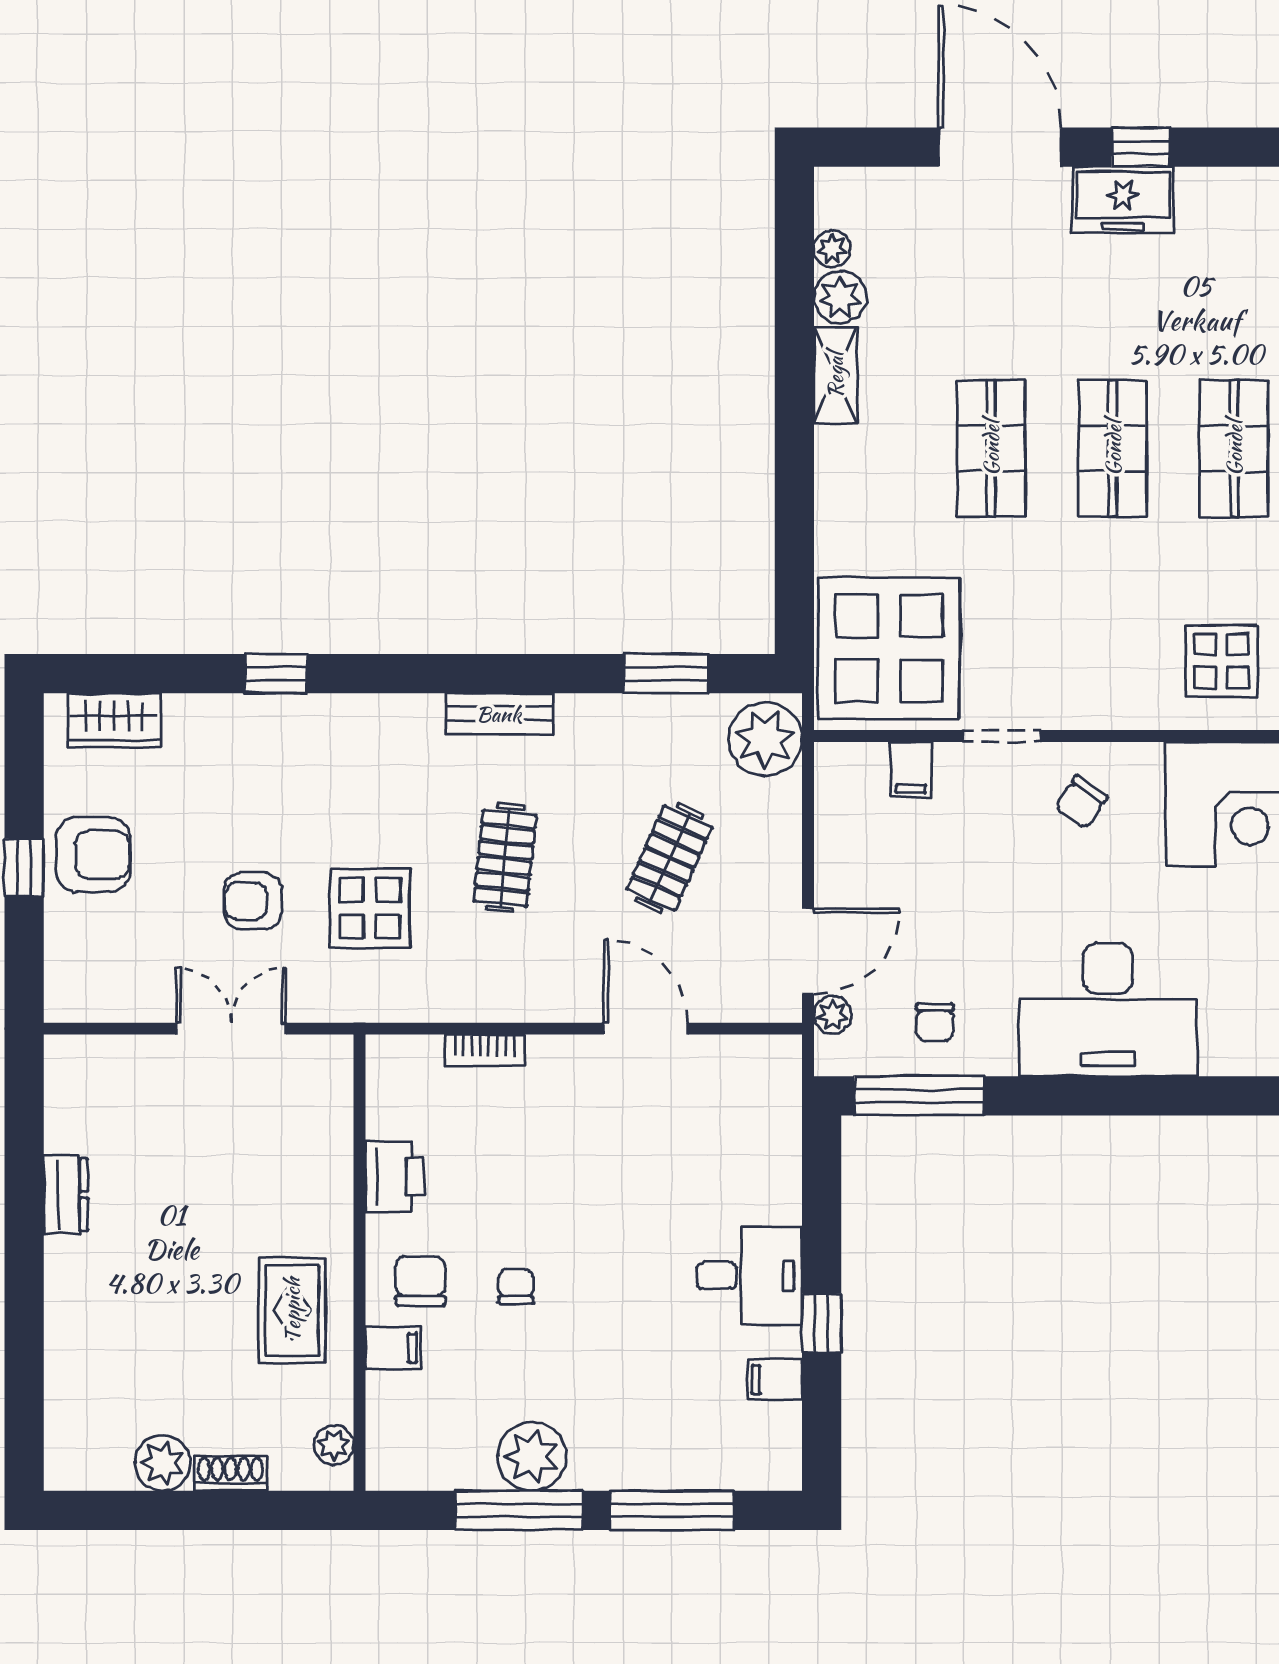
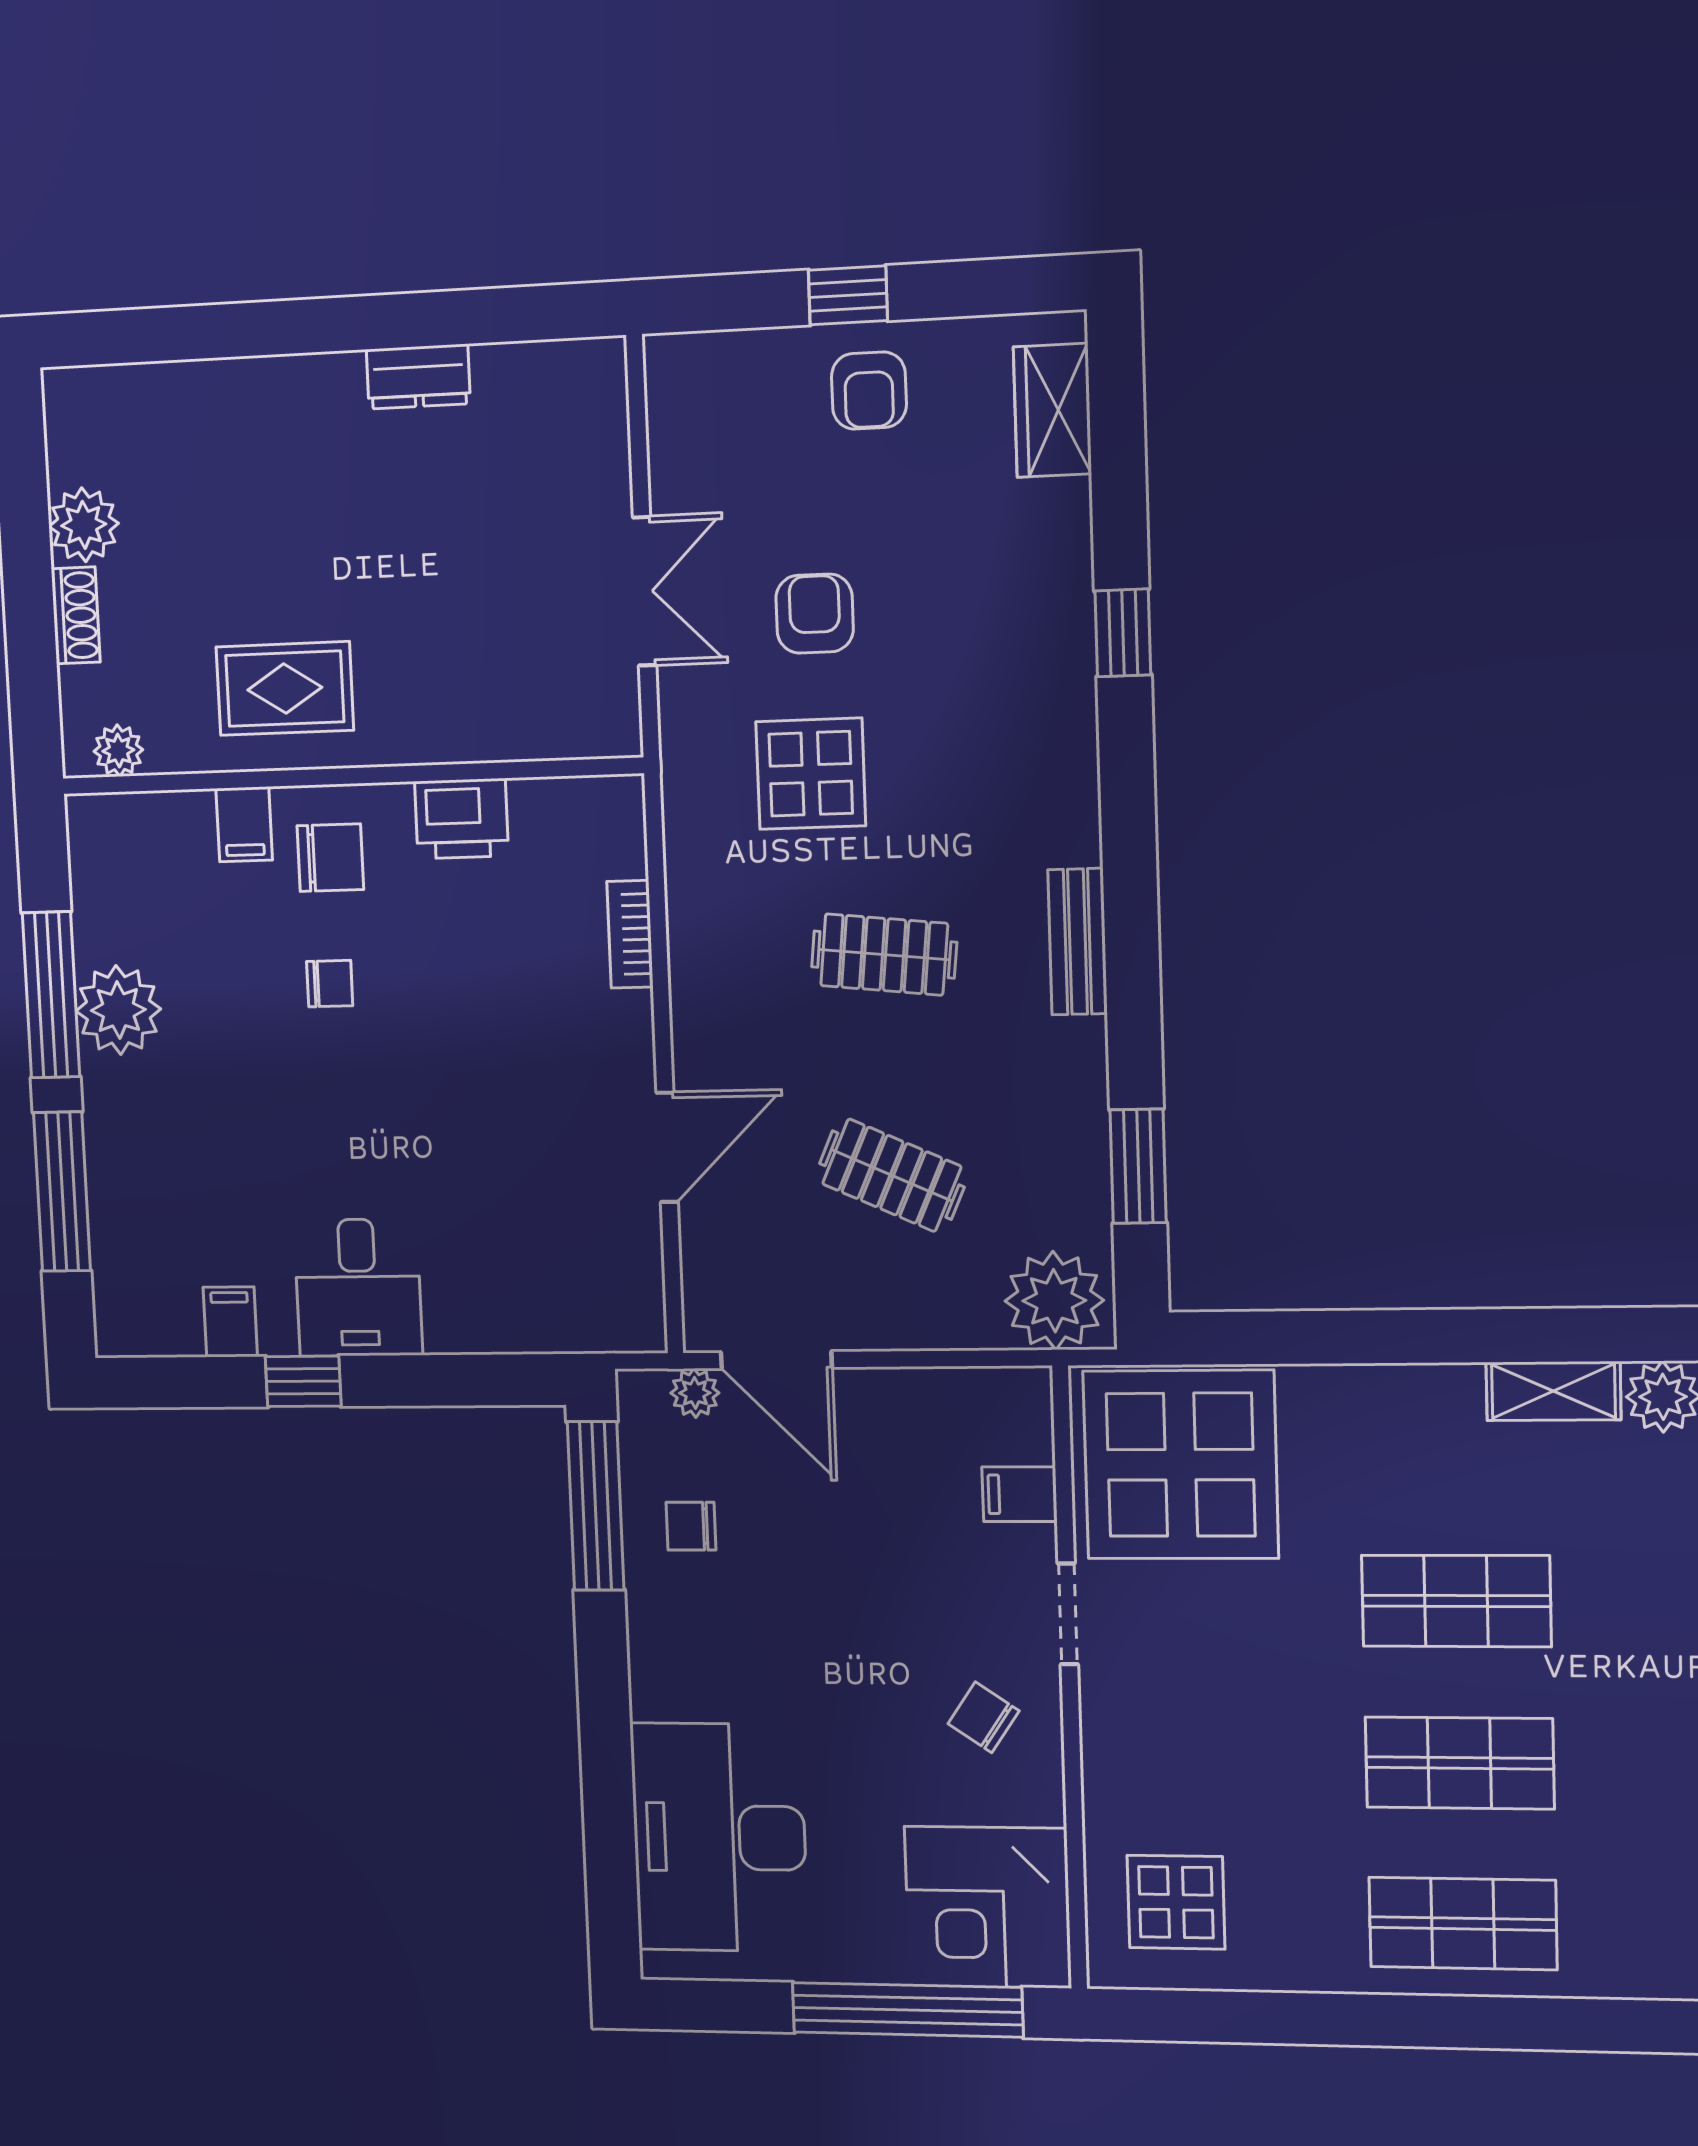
armchair: (93, 855) -> (869, 391), width x0.72, depth x0.72
desk: (1108, 1010) -> (719, 1837), moved

